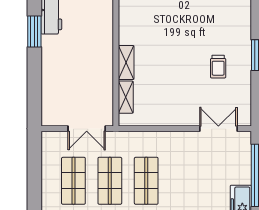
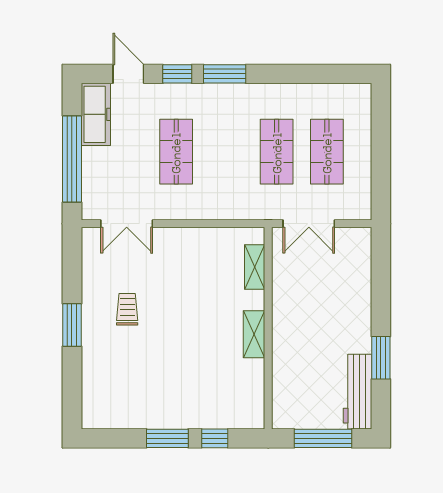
shelving: (126, 62) -> (254, 334), moved
double door: (87, 129) -> (309, 224), swing flipped
shop shelf: (146, 181) -> (176, 152), moved

